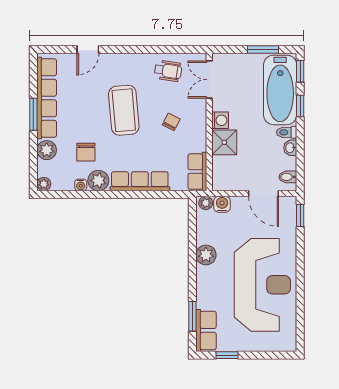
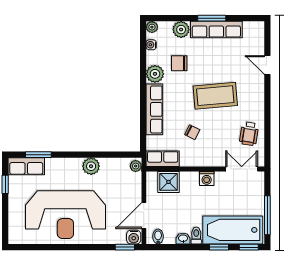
window: (263, 50) -> (267, 215), width x1.44
row of seats: (47, 98) -> (216, 30), width x0.73
chair: (171, 122) -> (192, 132), moved
shower: (224, 142) -> (169, 182), moved
water cooler: (81, 185) -> (151, 45), moved
water cooler: (222, 204) -> (134, 237), moved, turned 90

